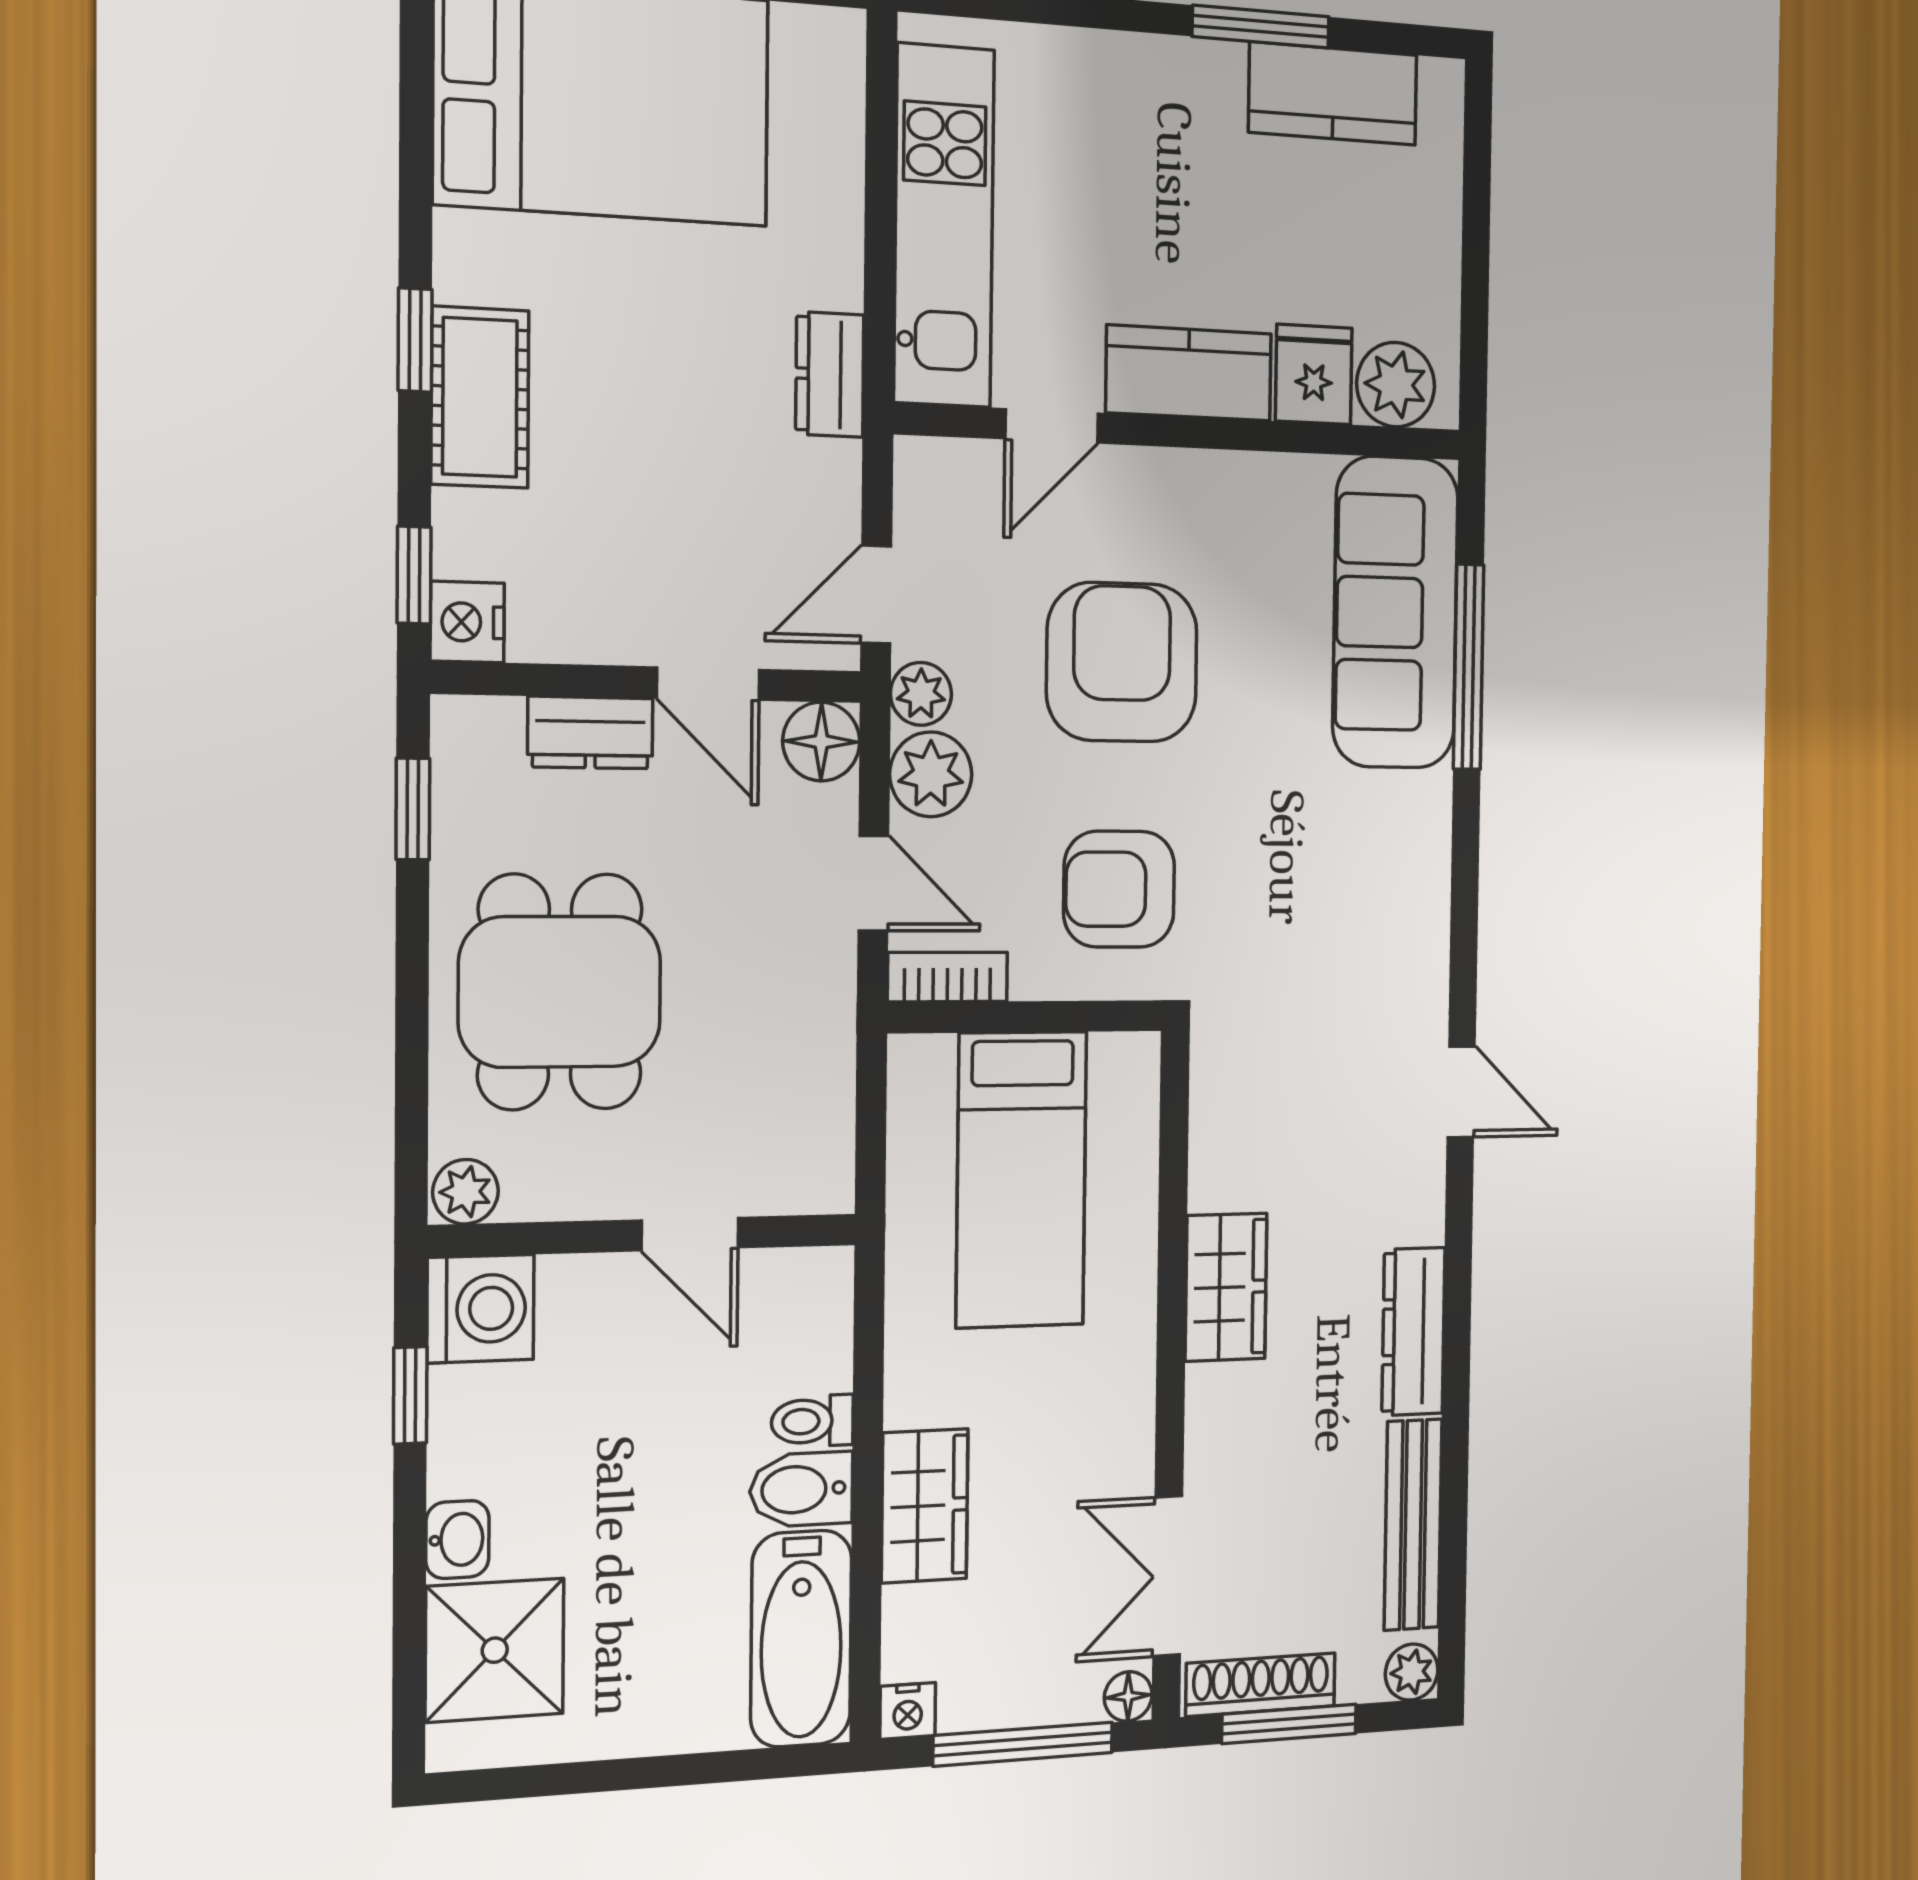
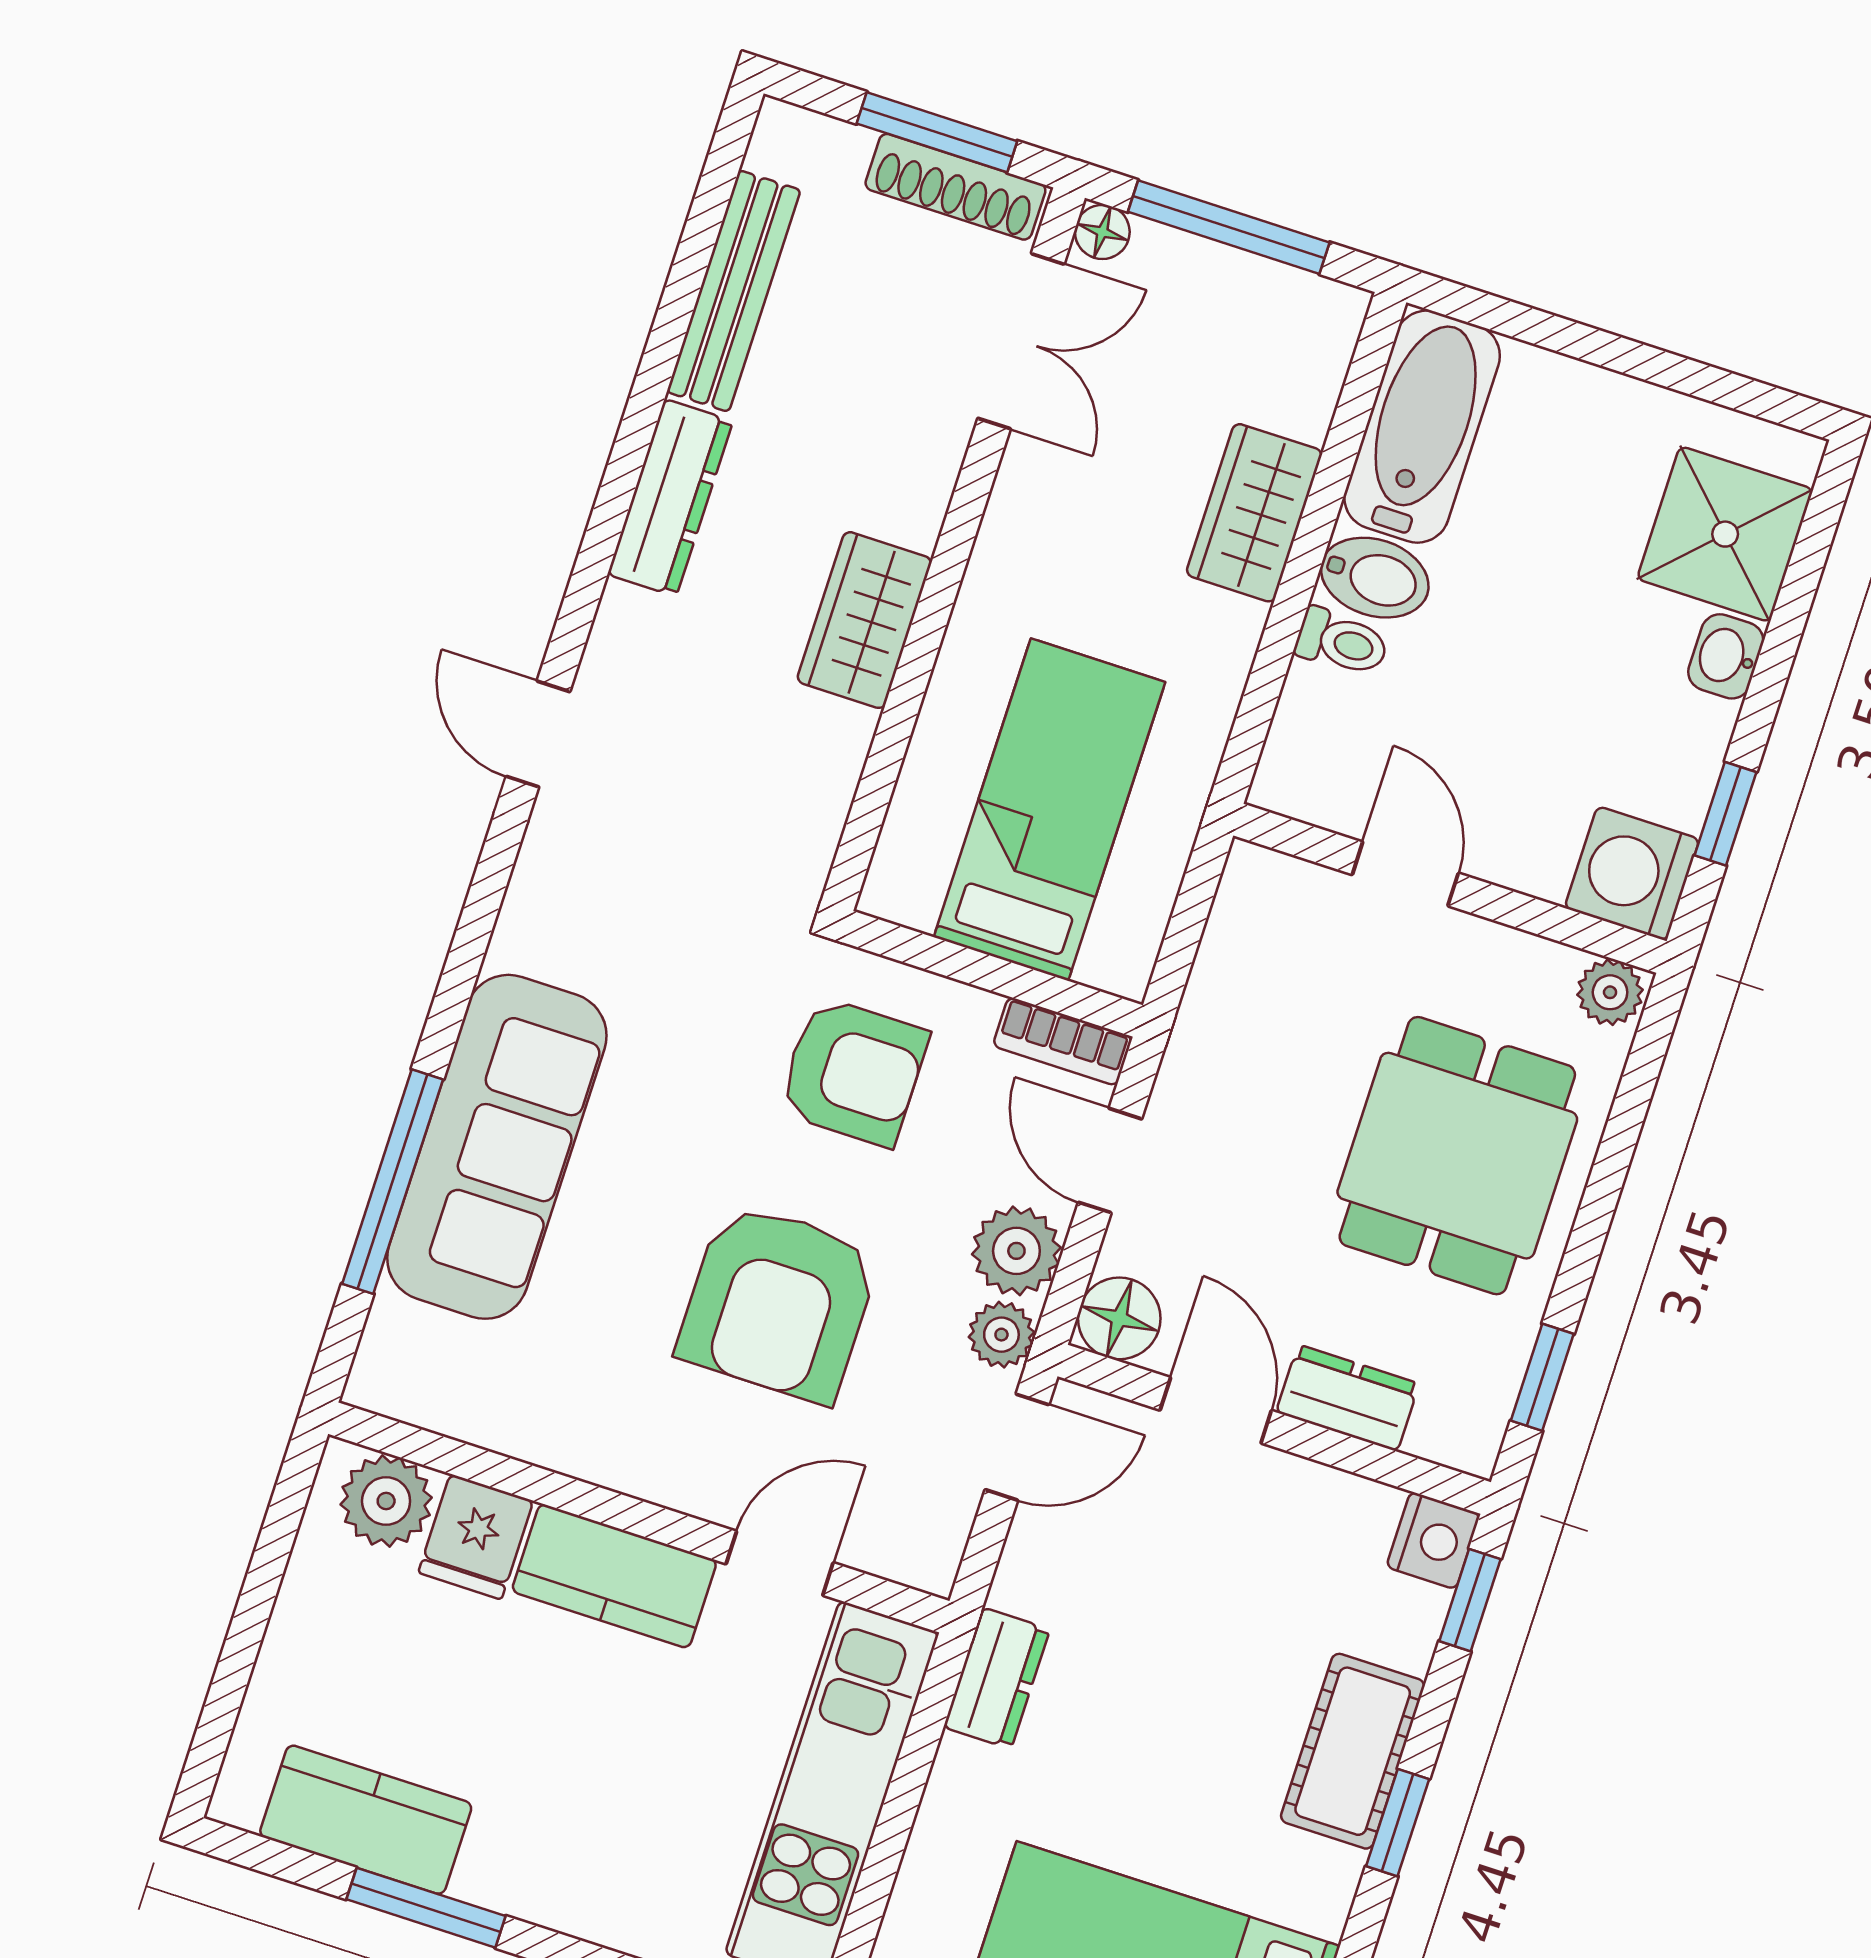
sofa: (1395, 613) -> (497, 1147), moved
plant: (1412, 1672) -> (784, 133), removed
nightstand: (908, 1711) -> (1337, 310), removed

